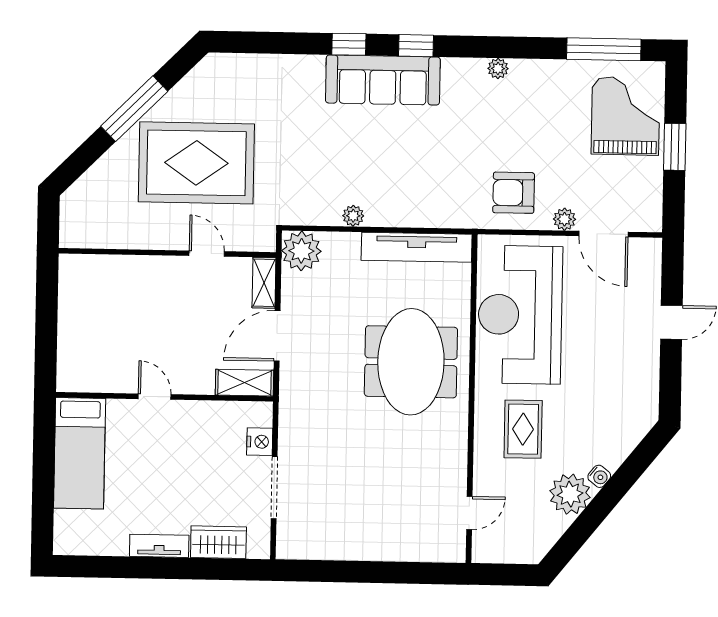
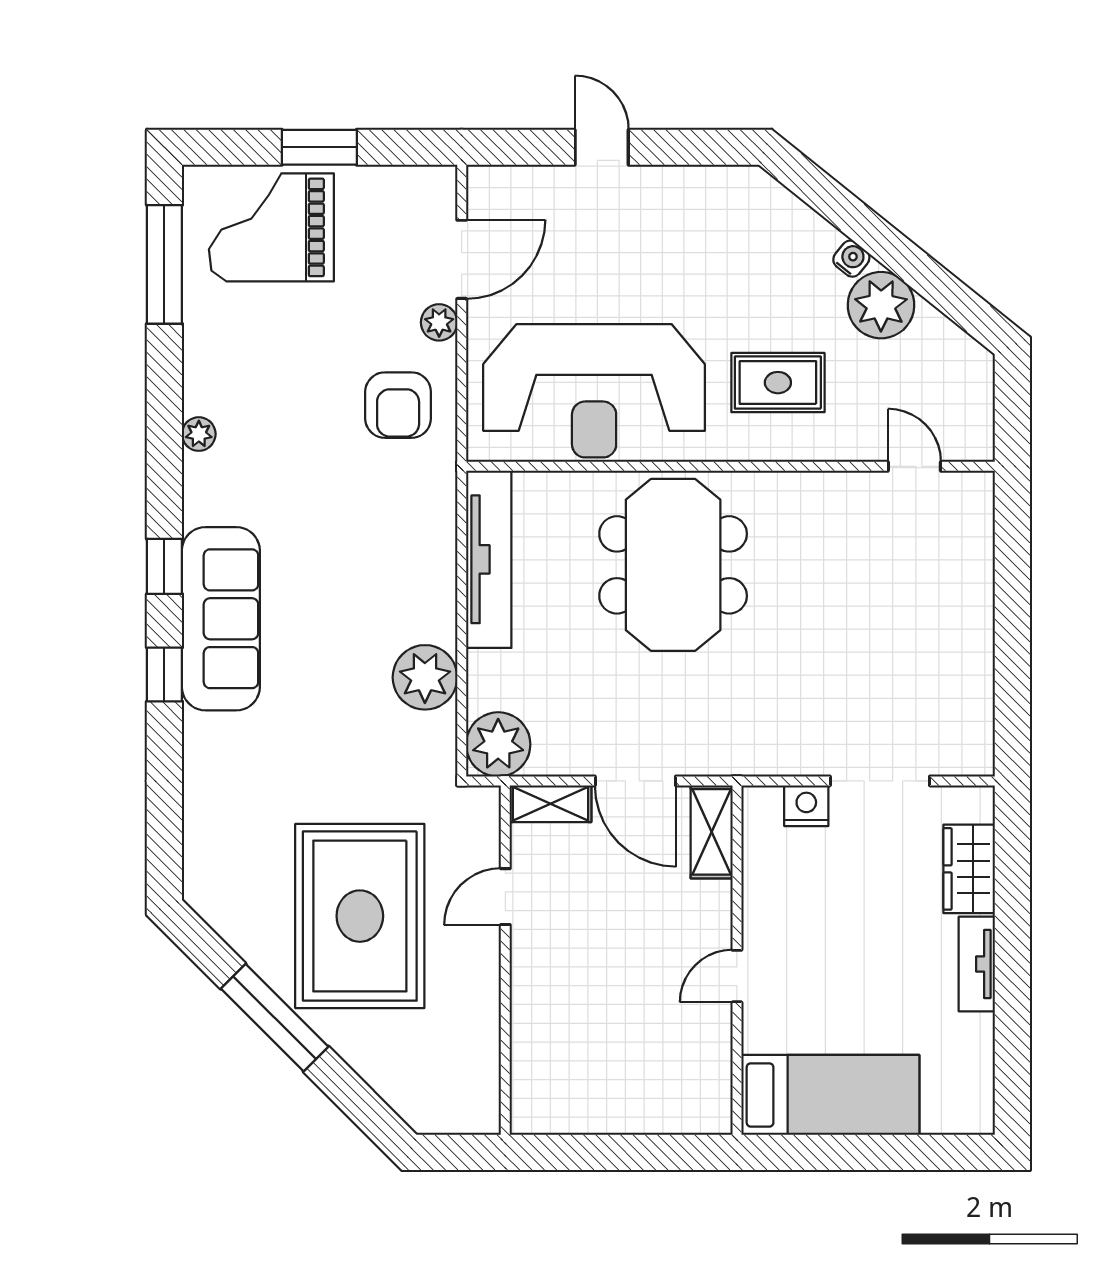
plant: (353, 216) -> (425, 677), width x1.87, depth x1.87
meeting table: (411, 362) -> (673, 565), turned 90

